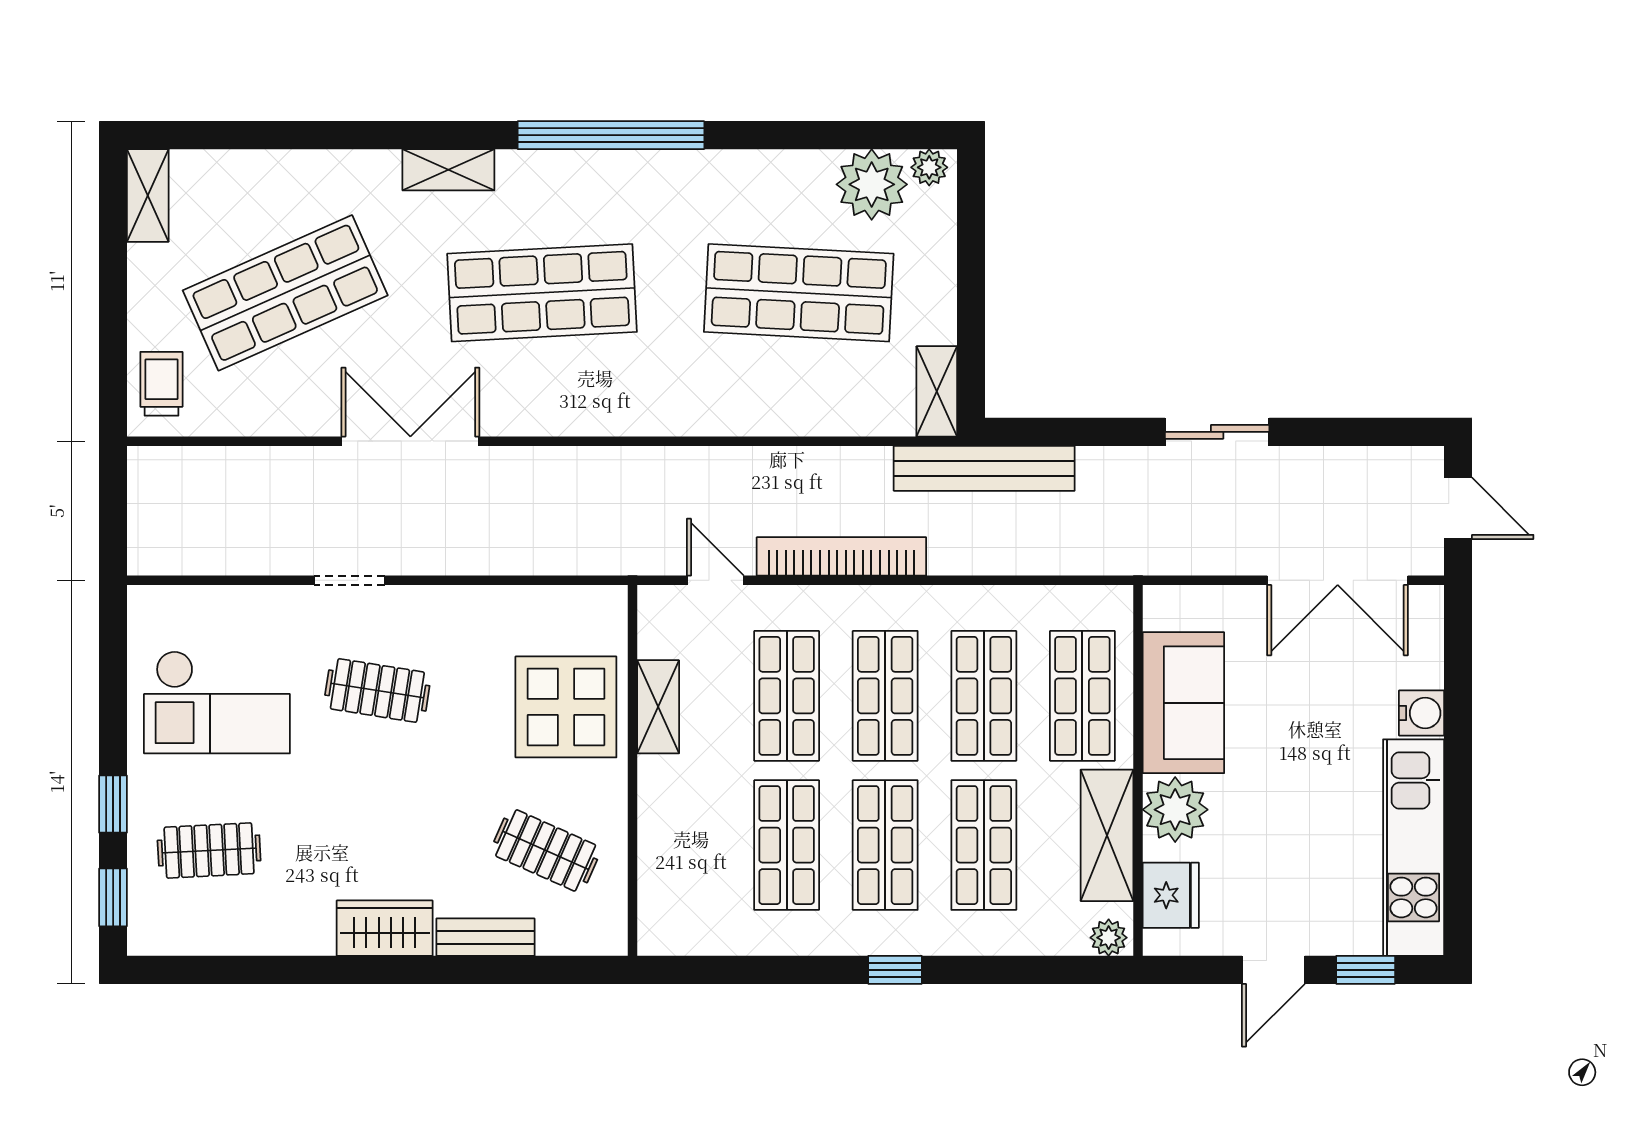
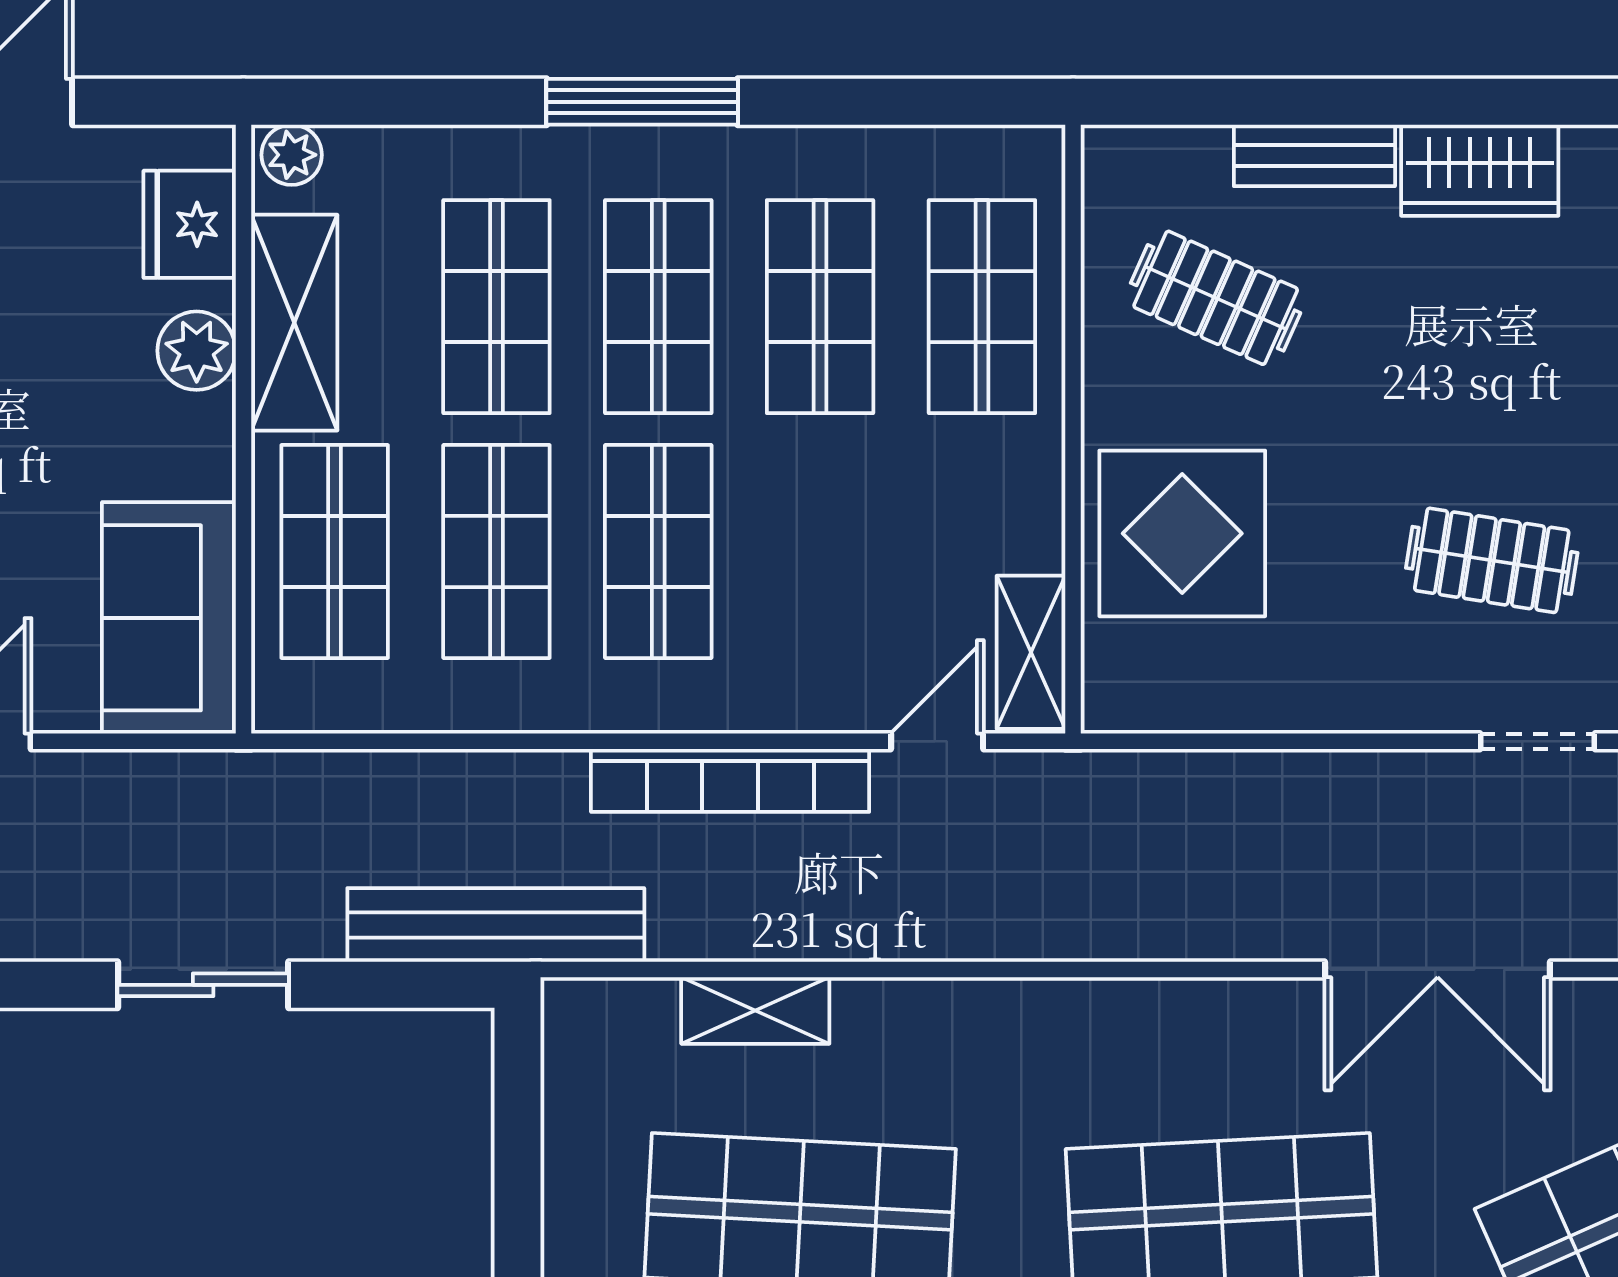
shelving: (937, 391) -> (755, 1011), moved, turned 90
sliding door: (1217, 432) -> (203, 985), moved
door: (715, 580) -> (937, 741), swing flipped
shop shelf: (787, 696) -> (982, 307), moved
sofa: (1183, 703) -> (169, 618), moved
shelving: (658, 707) -> (1031, 652), moved
plant: (1175, 810) -> (197, 351), width x0.73, depth x0.73
window: (895, 970) -> (642, 102), width x2.17

